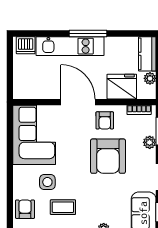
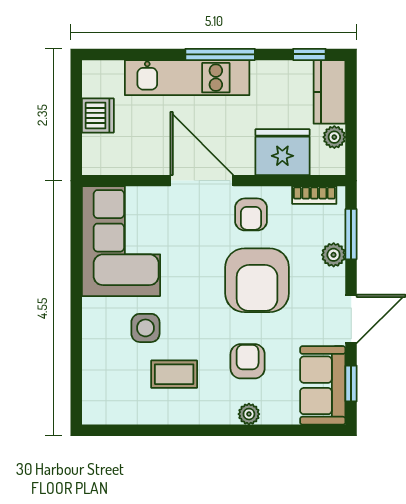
window: (136, 34) -> (309, 54), added
dishwasher: (26, 45) -> (98, 116), moved, turned -90
armchair: (25, 209) -> (248, 361), moved

